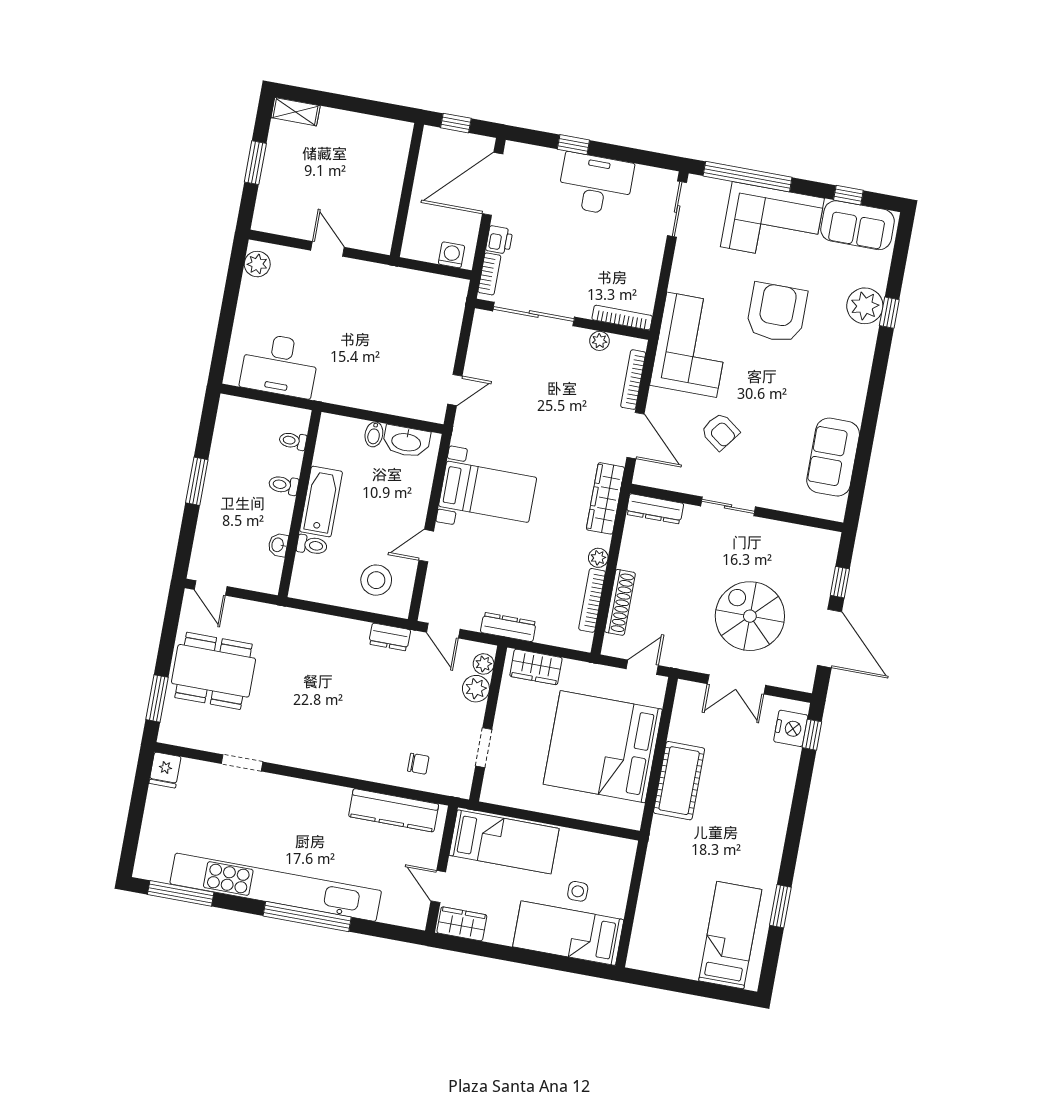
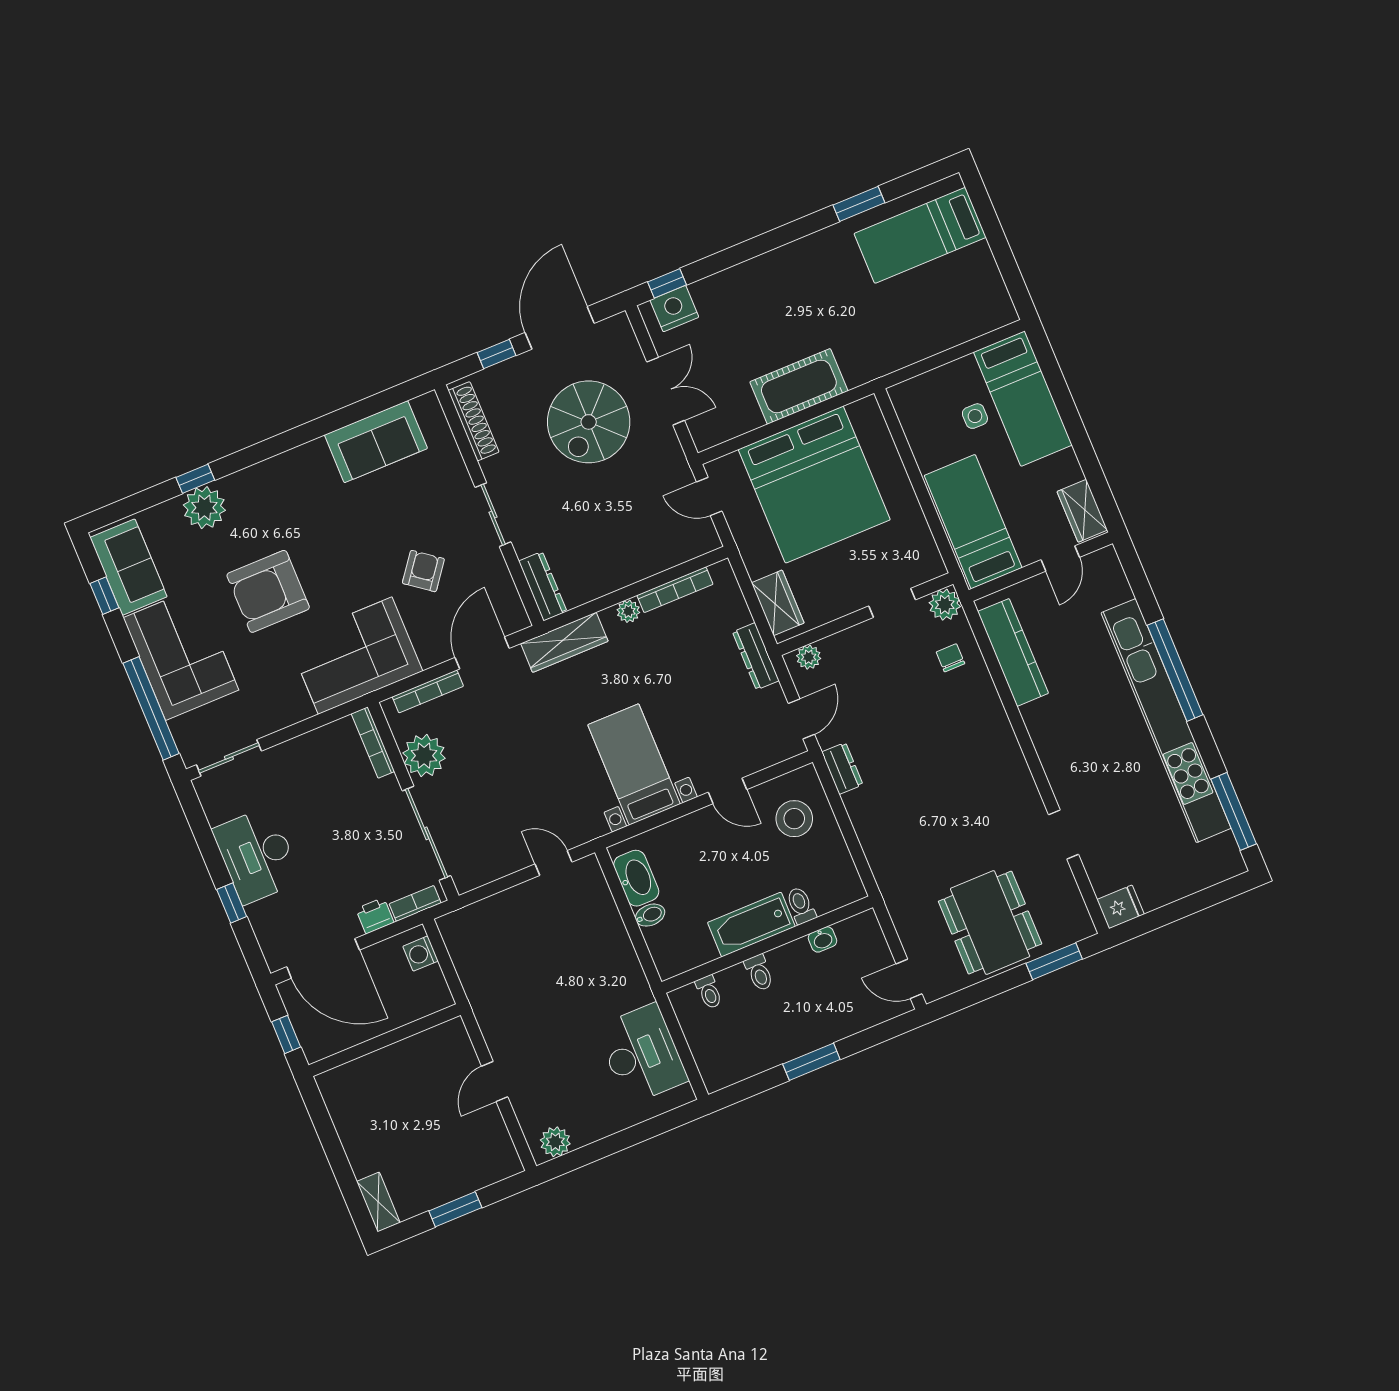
plant: (600, 341) -> (424, 756), width x1.88, depth x1.88
door: (211, 588) -> (909, 979), swing flipped
shoe rack: (620, 602) -> (473, 421), moved, turned 90
plant: (476, 689) -> (945, 605), moved

